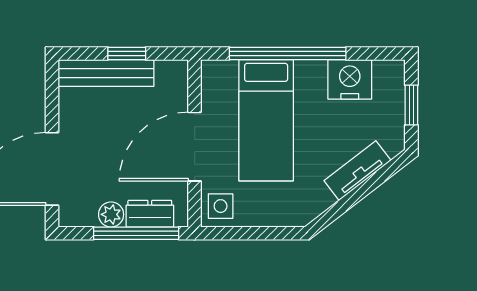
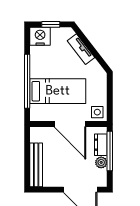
window: (127, 53) -> (27, 155), removed
nightstand: (350, 79) -> (40, 36), moved, turned 90

